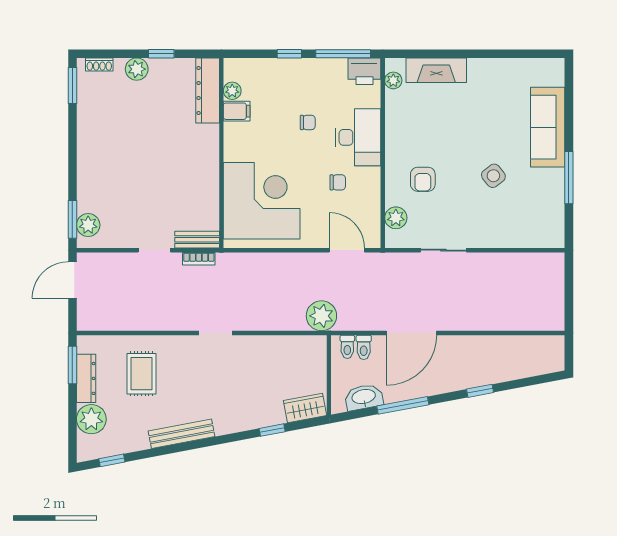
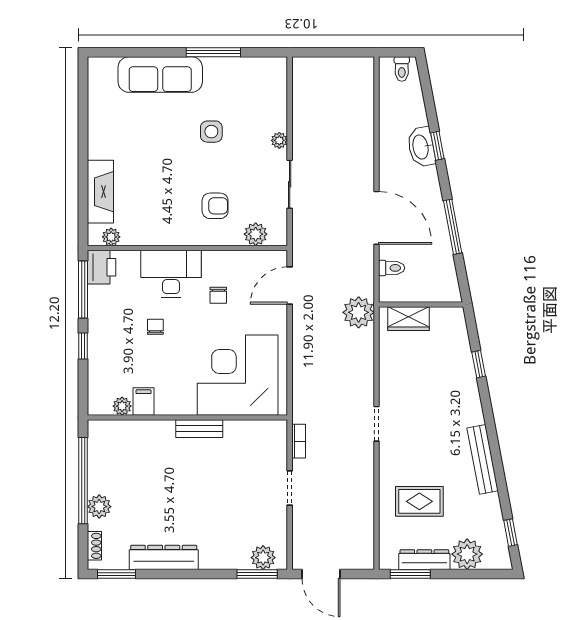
window: (161, 54) -> (83, 481), width x3.17
dresser: (208, 90) -> (164, 557), moved, turned 180
side table: (493, 176) -> (211, 132), turned 38
chair: (338, 182) -> (218, 295), turned 180
bench: (197, 240) -> (199, 429), moved, turned 90
plant: (485, 240) -> (279, 140), added
toilet: (347, 347) -> (402, 69), moved, turned 90
washbasin: (364, 397) -> (421, 147), moved
wardrobe: (305, 408) -> (408, 319), moved, turned -79

